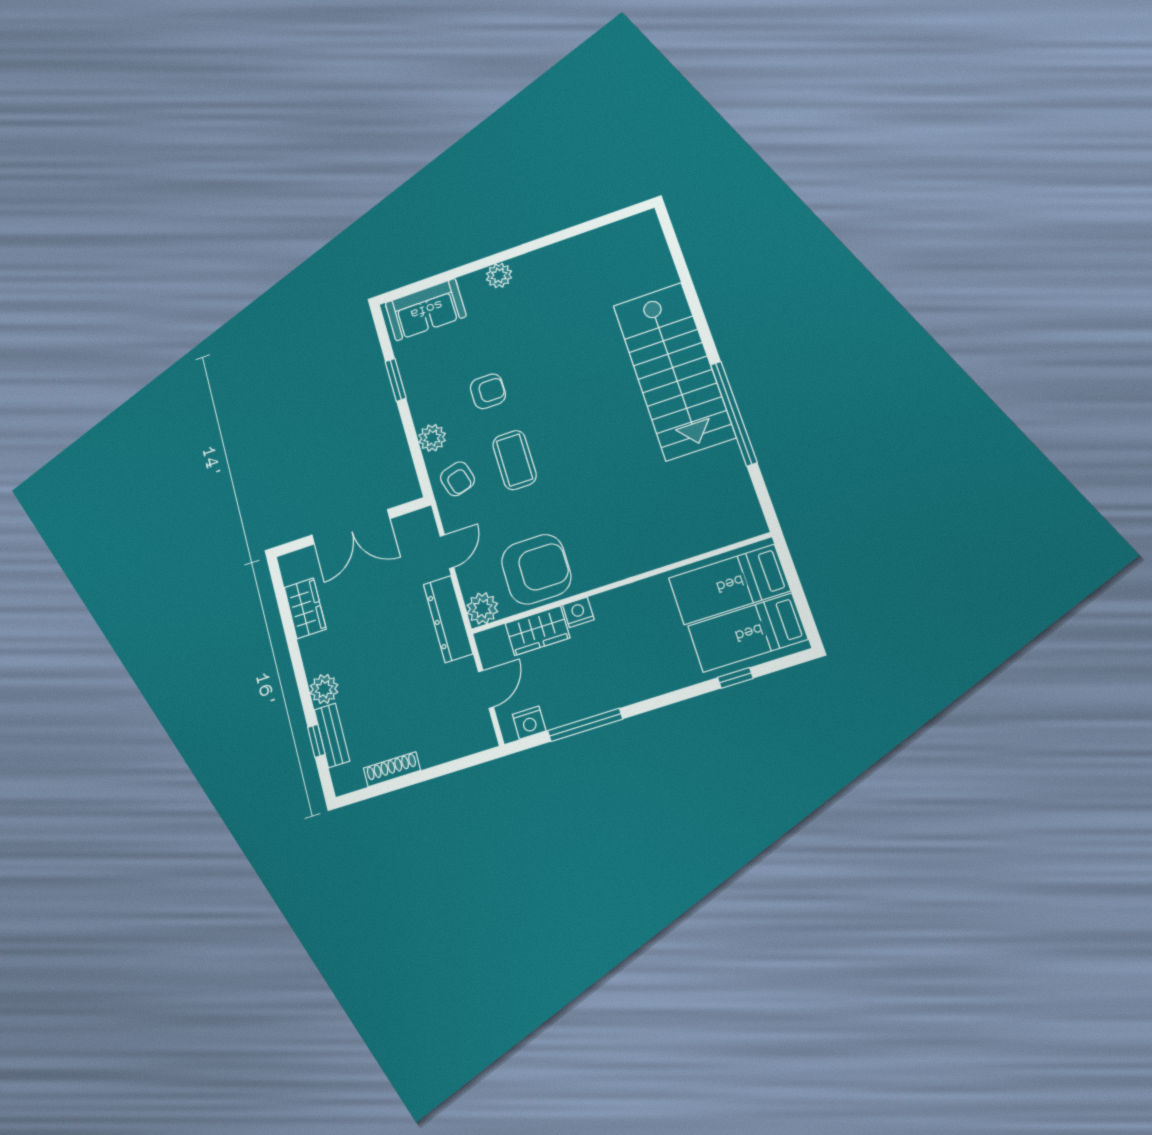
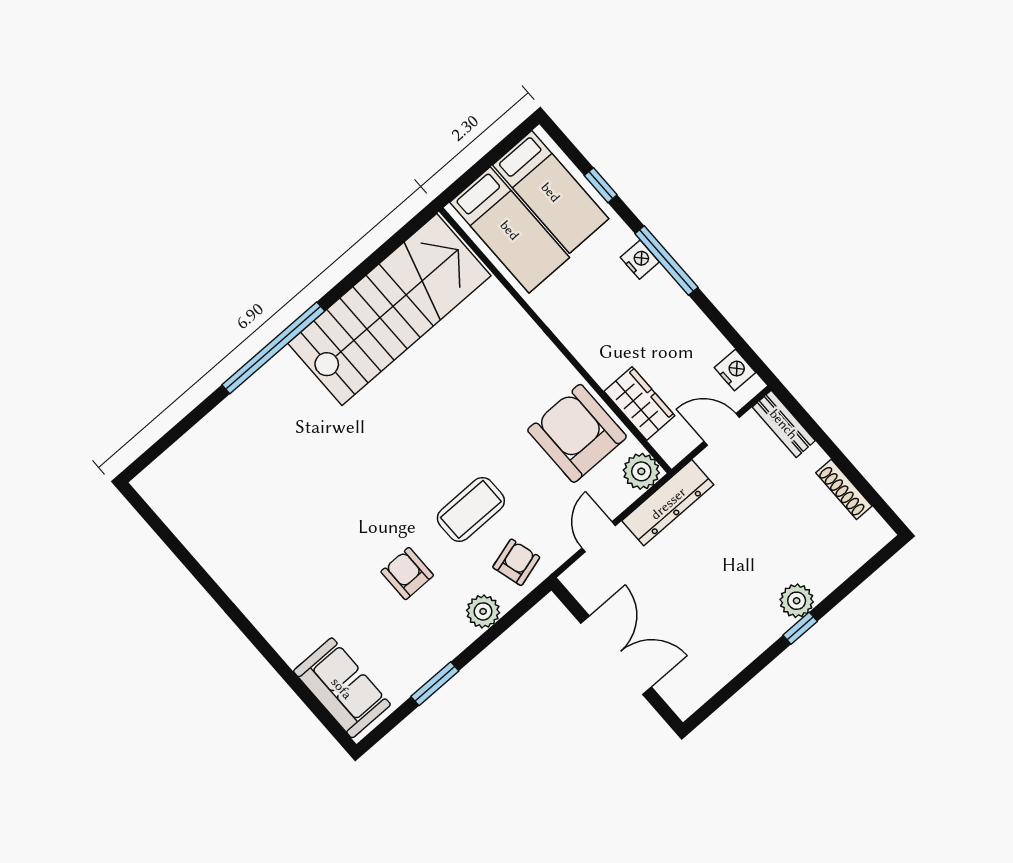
plant: (499, 276) -> (271, 622), removed
stairs: (674, 371) -> (389, 309), moved
window: (734, 413) -> (273, 348), moved
door: (447, 552) -> (599, 537), hinge flipped
wardrobe: (305, 608) -> (723, 663), removed
nightstand: (578, 612) -> (640, 260), moved, turned 180
window: (585, 725) -> (666, 261), moved
bench: (332, 735) -> (784, 424), moved, turned 90
window: (316, 741) -> (800, 628), moved

